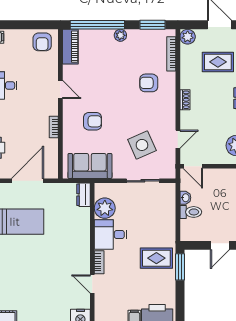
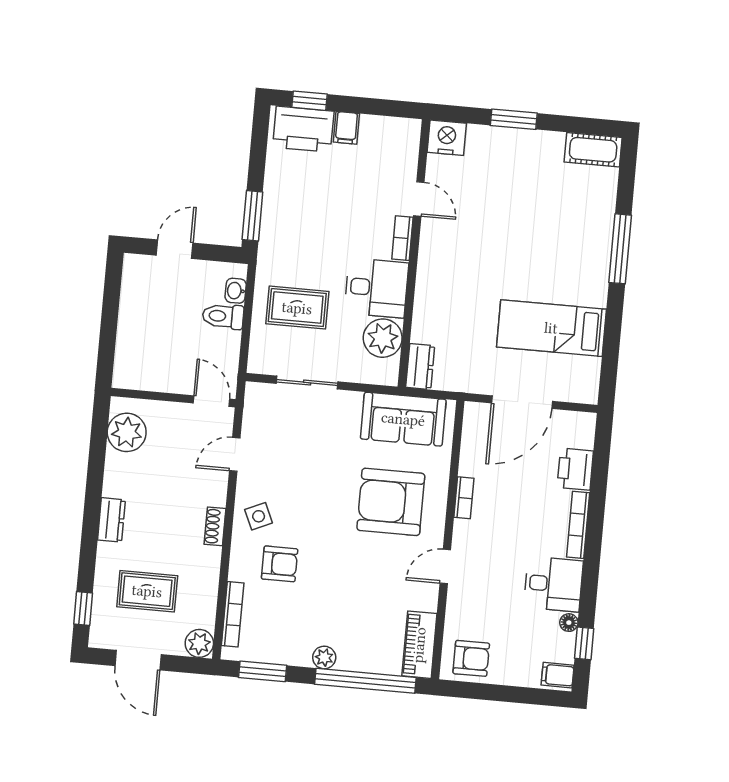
armchair: (42, 42) -> (471, 658), turned 90
door: (60, 90) -> (445, 566), hinge flipped
armchair: (93, 121) -> (391, 502), width x1.88, depth x1.88
side table: (142, 145) -> (259, 516), moved, width x0.54, depth x0.54
washbasin: (185, 198) -> (236, 291), moved
rug: (156, 258) -> (297, 308), moved

